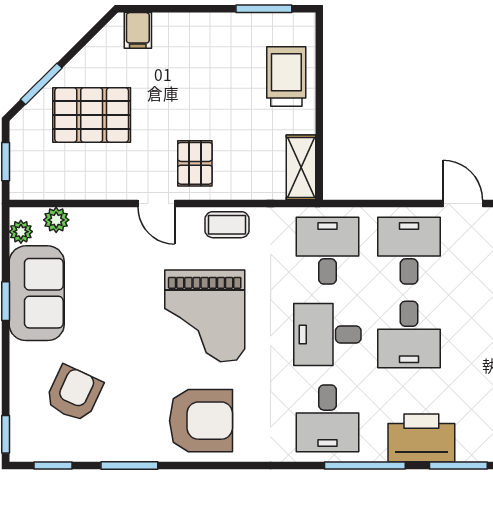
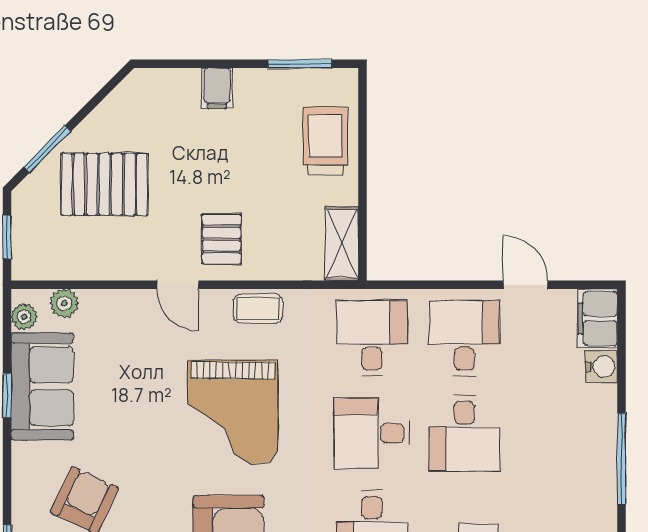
filing cabinet: (138, 30) -> (217, 88), moved

